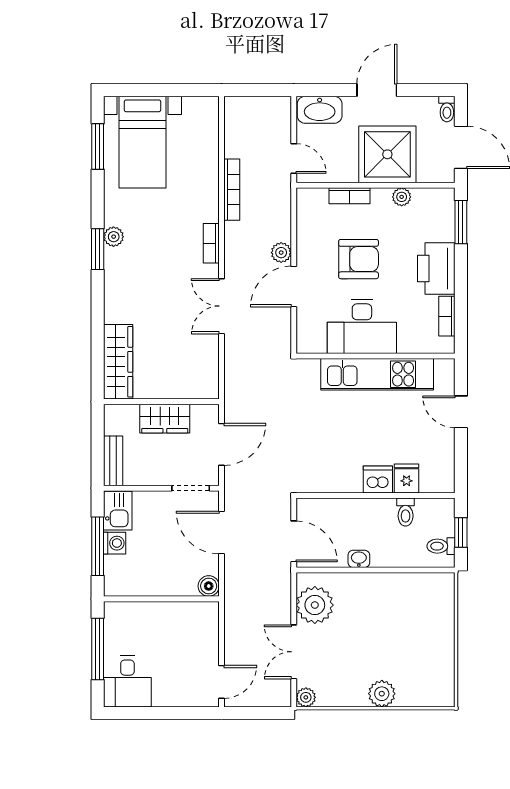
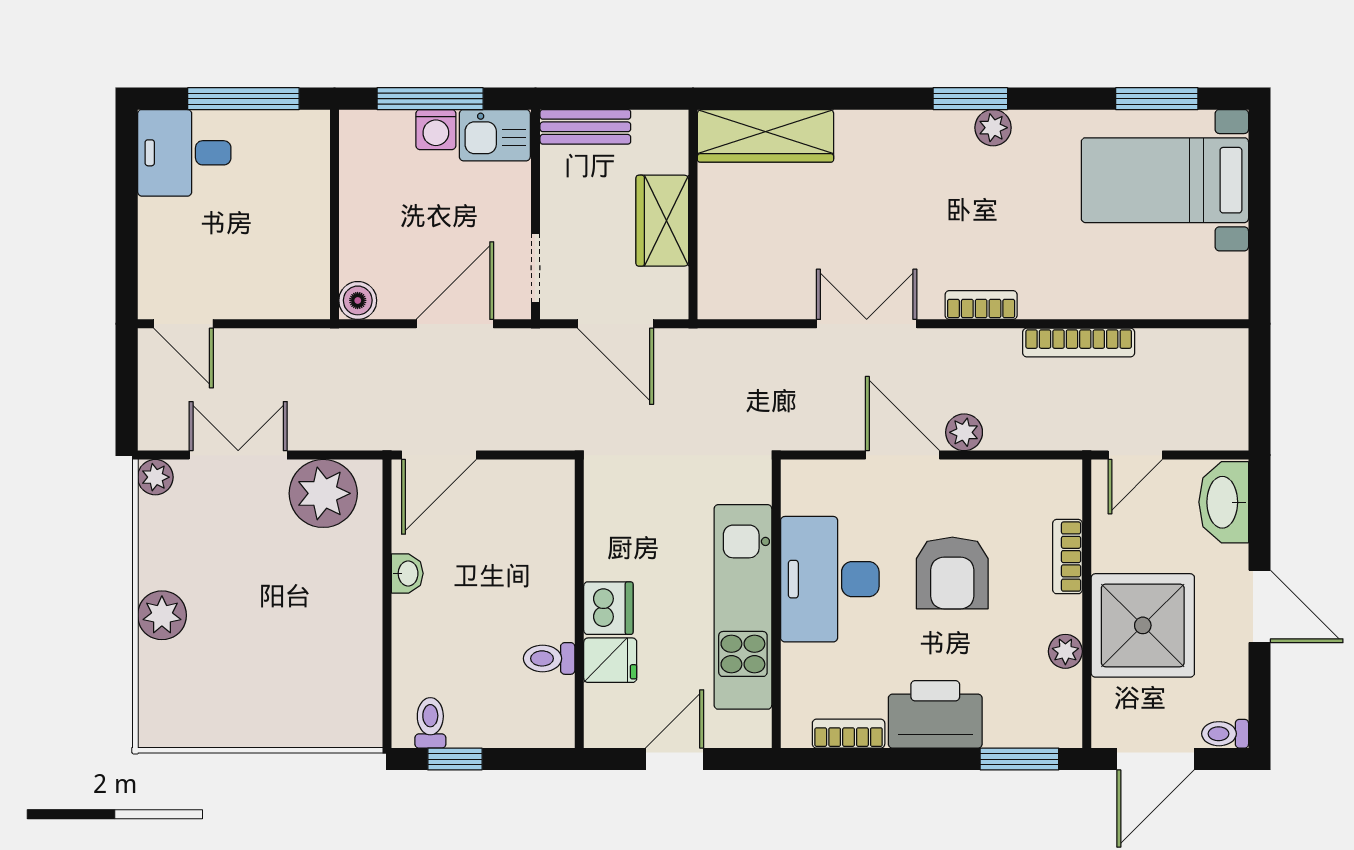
fridge: (407, 478) -> (610, 660), moved
dishwasher: (378, 479) -> (608, 608), moved
wall: (375, 495) -> (579, 604), moved
toilet: (406, 512) -> (549, 658), moved

